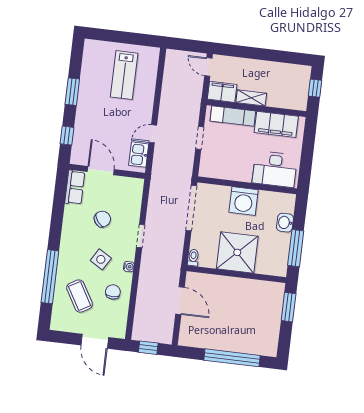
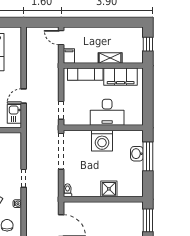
filing cabinet: (222, 92) -> (69, 56), width x0.50
shelving: (251, 98) -> (110, 58), moved
doorway: (200, 138) -> (61, 110), moved
desk: (275, 169) -> (107, 112), moved
window: (296, 248) -> (148, 156), moved
shower: (237, 252) -> (109, 189), width x0.54, depth x0.54

